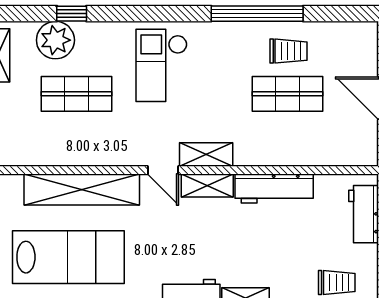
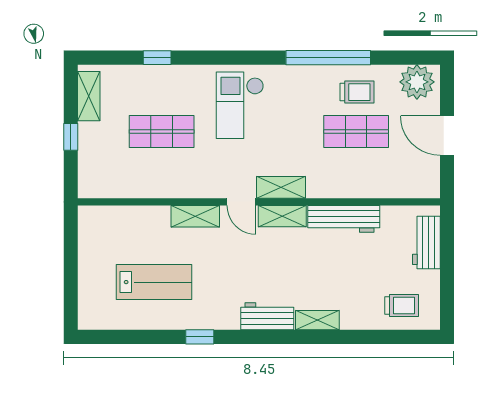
plant: (55, 40) -> (417, 82), moved
shelving: (82, 190) -> (195, 216), width x0.45, depth x0.75
lab bench: (68, 257) -> (154, 282), width x0.73, depth x0.72

